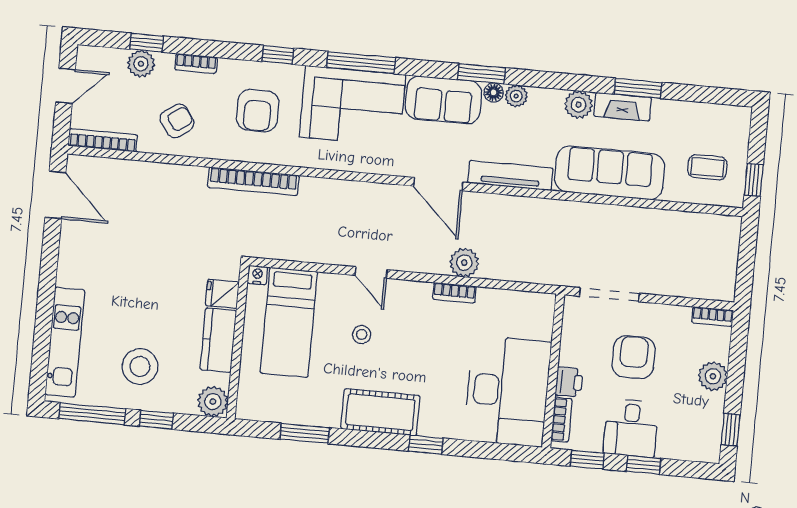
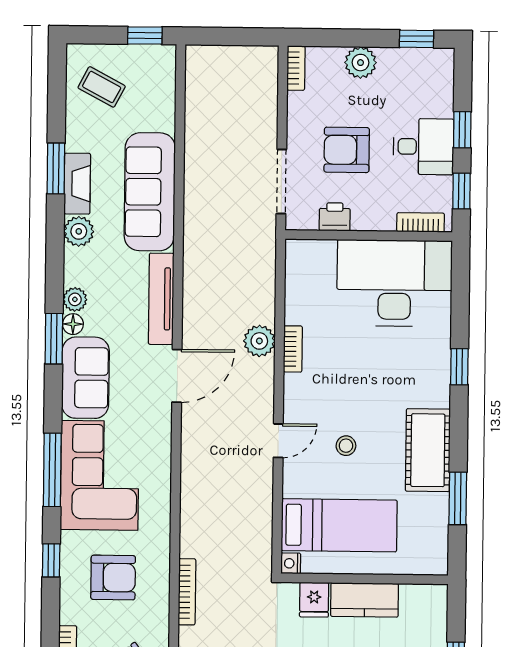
coffee table: (707, 167) -> (102, 87), moved, turned -62
bookcase: (253, 181) -> (187, 592), width x0.68, depth x0.76
printer: (569, 382) -> (335, 217), moved
plant: (213, 402) -> (431, 601), removed
cot: (380, 412) -> (428, 450), moved

